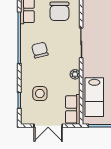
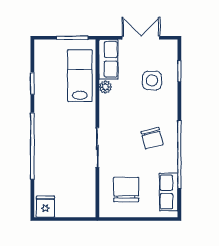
plant: (75, 74) -> (105, 87), moved

